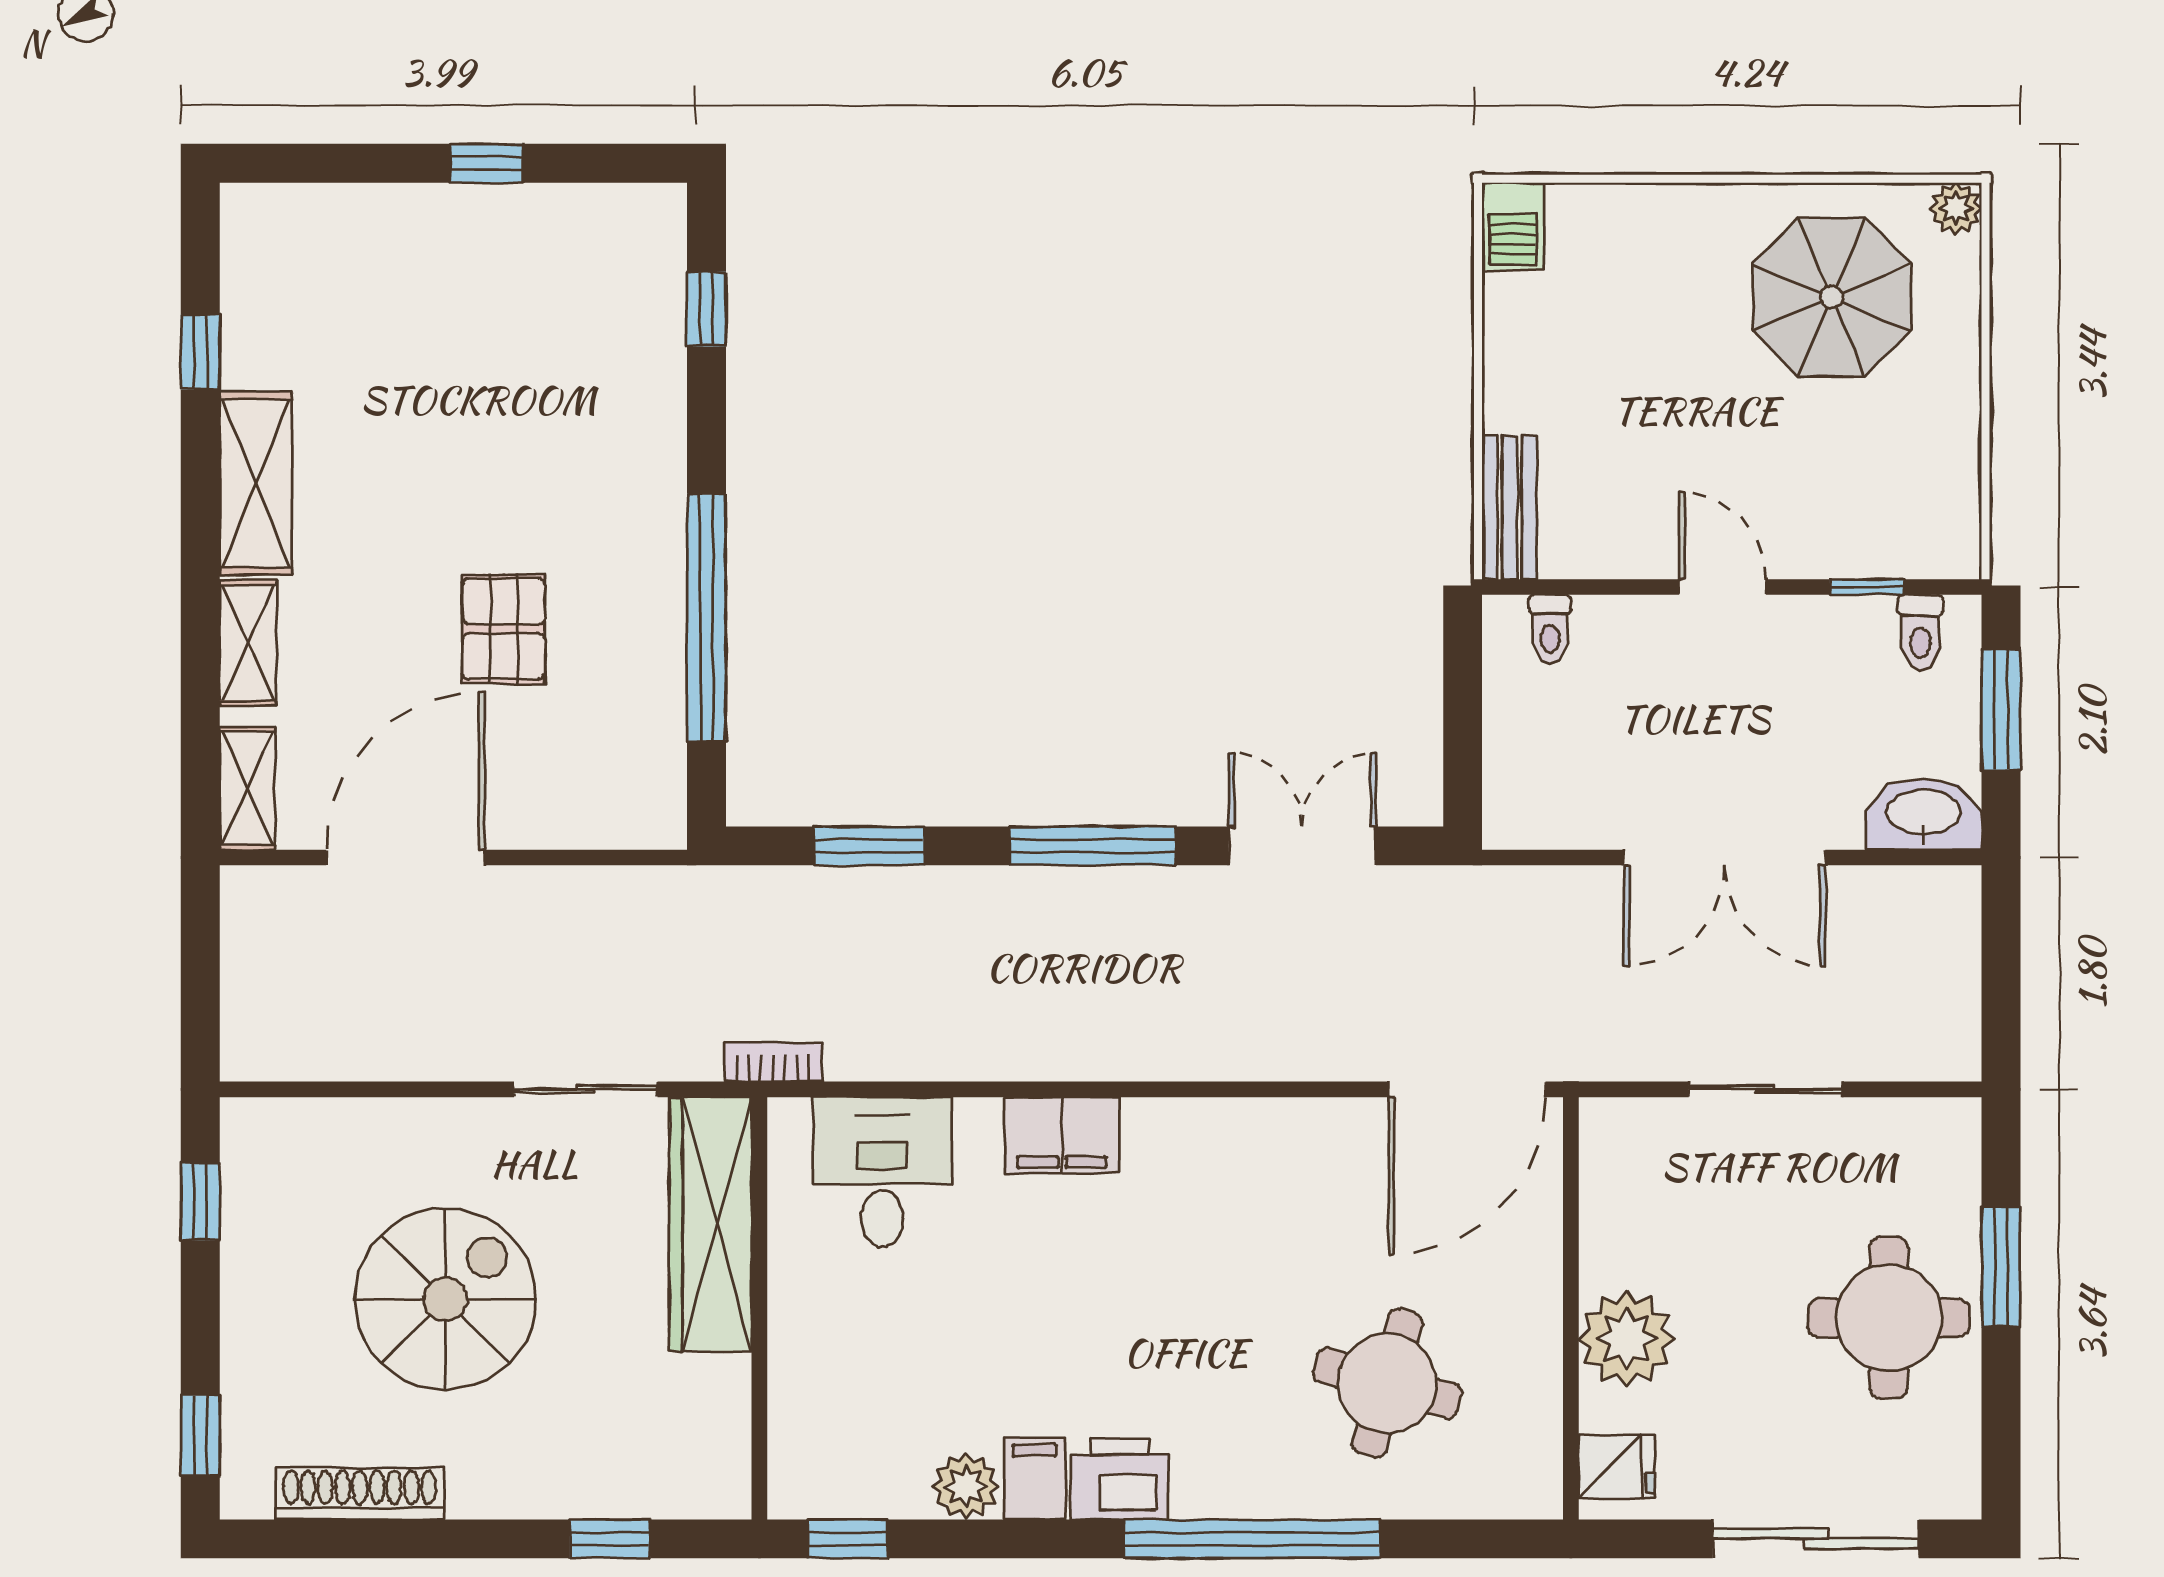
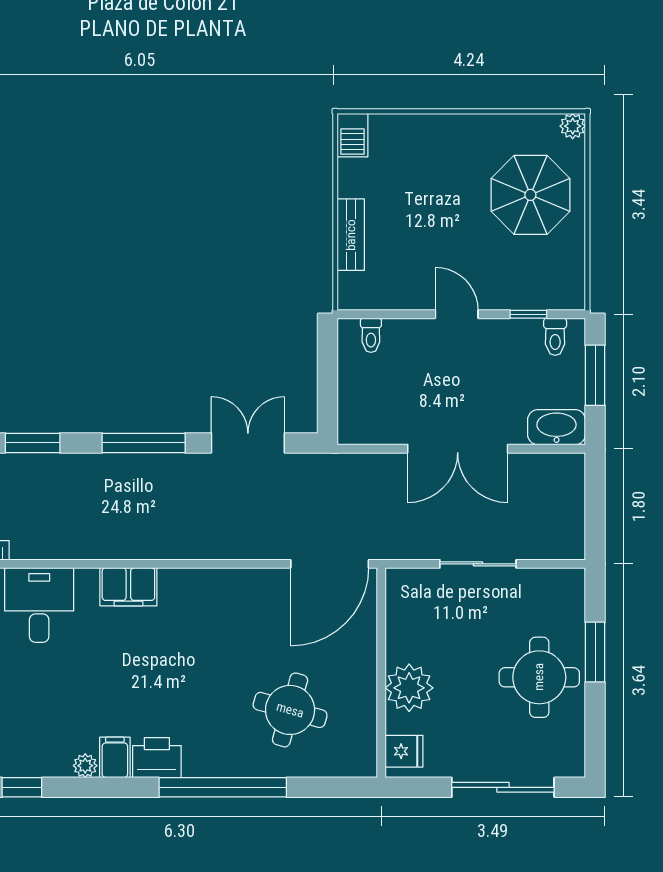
parasol: (1832, 297) -> (530, 195), moved
bench: (1509, 507) -> (351, 235), moved
plant: (966, 1486) -> (85, 766), width x0.73, depth x0.73

